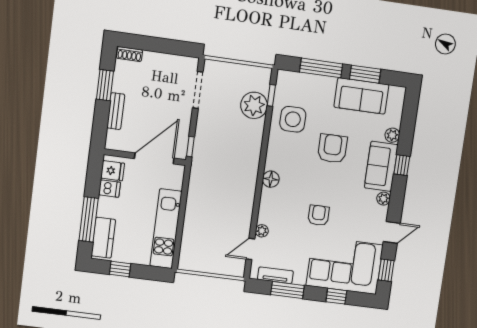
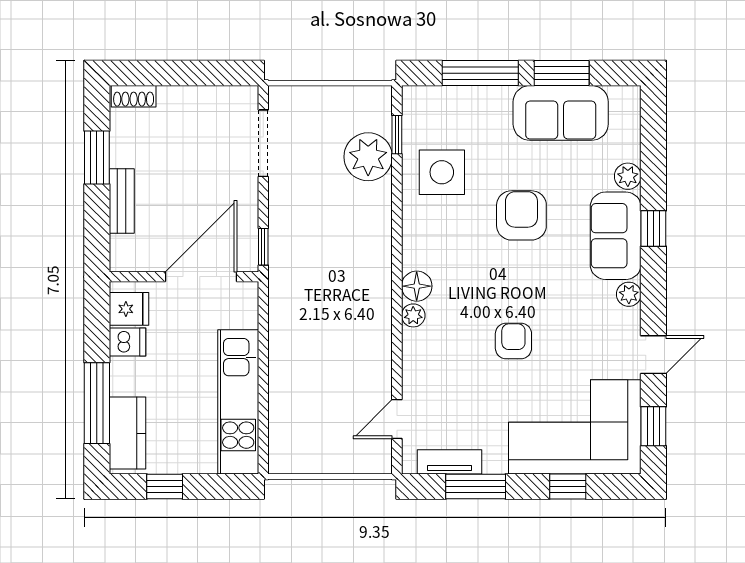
plant: (262, 231) -> (413, 315), moved

